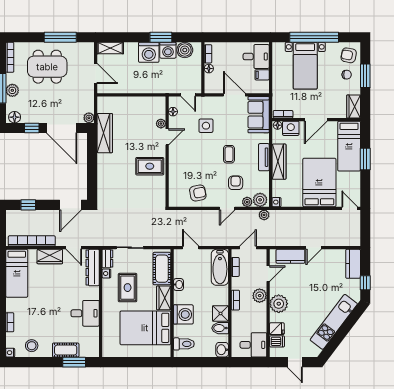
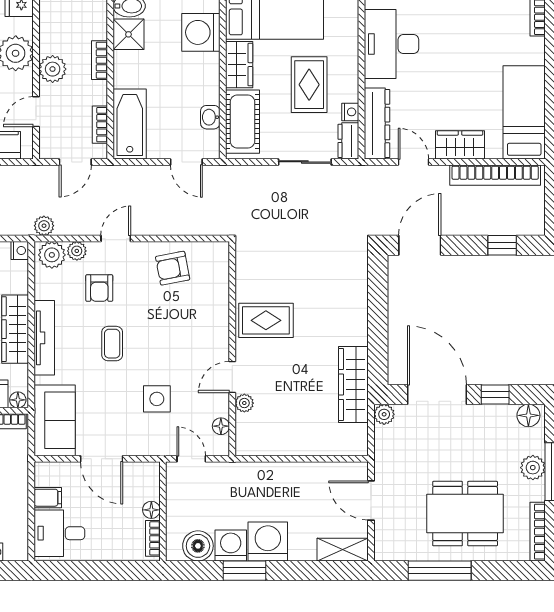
tv unit: (264, 157) -> (44, 338), width x1.41
washbasin: (178, 285) -> (210, 117), moved
desk: (85, 313) -> (392, 44), width x1.37

